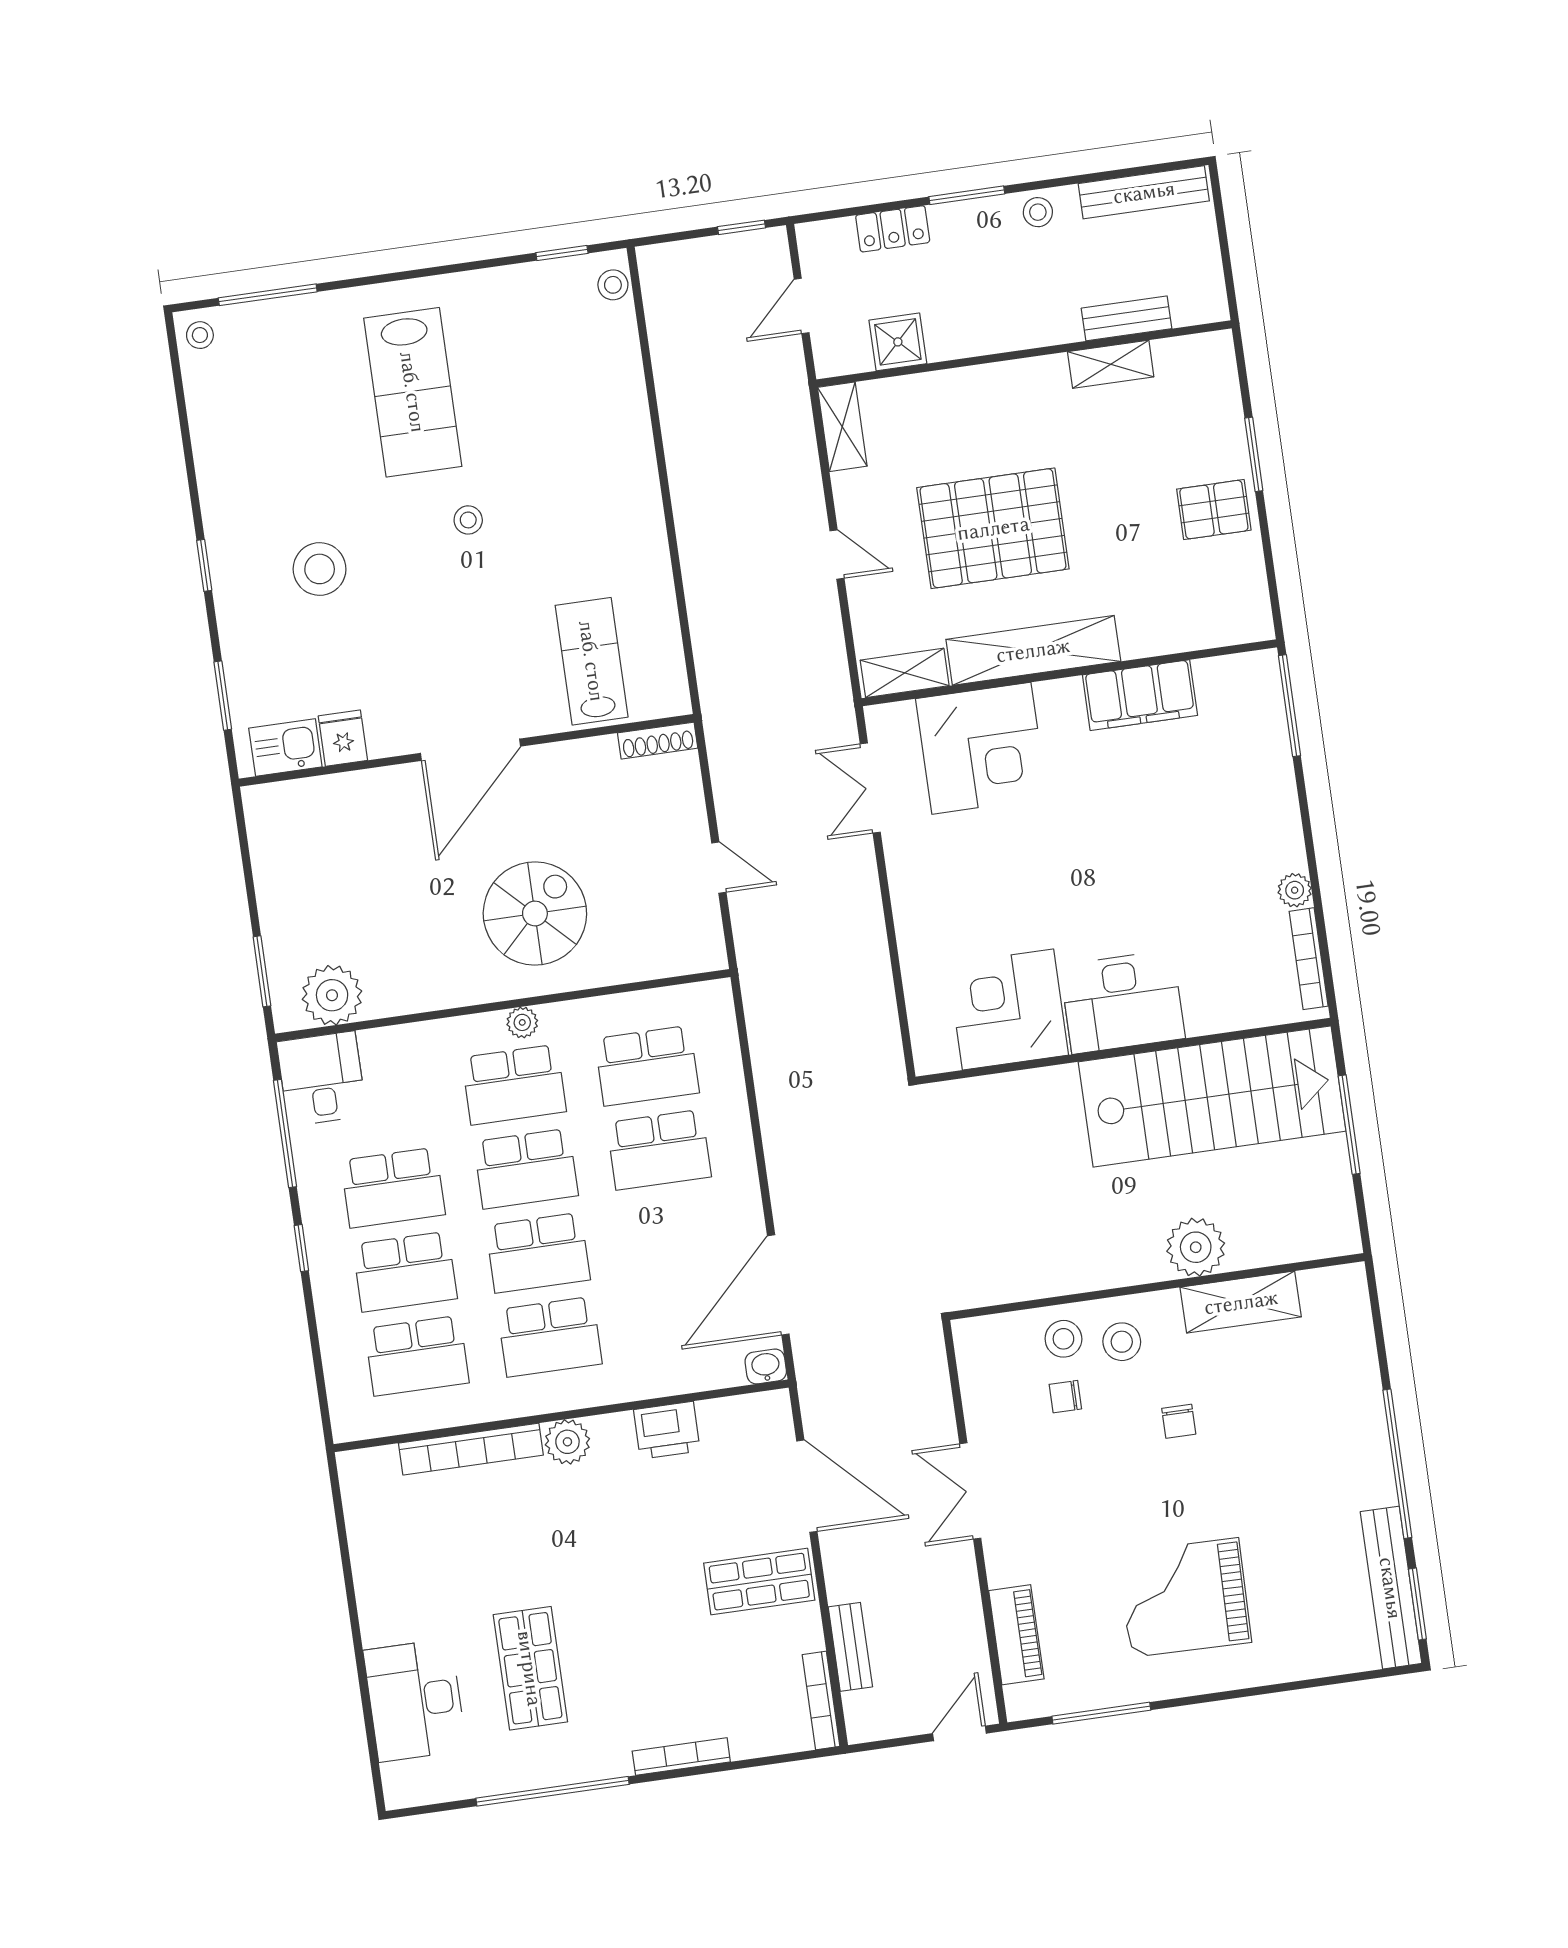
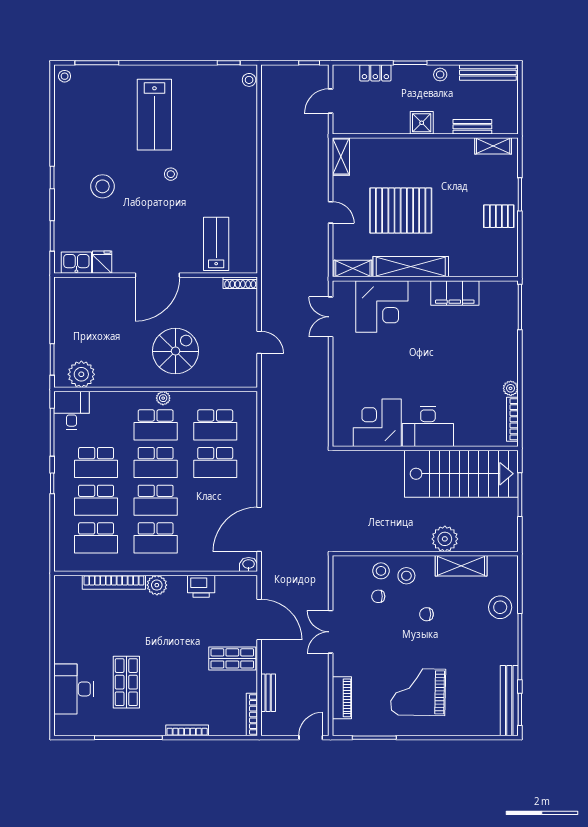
shower: (898, 342) -> (422, 123), moved
shelving: (1111, 364) -> (493, 146), moved
stool: (1341, 1382) -> (500, 607), added
chair: (1179, 1421) -> (426, 614), turned 90

